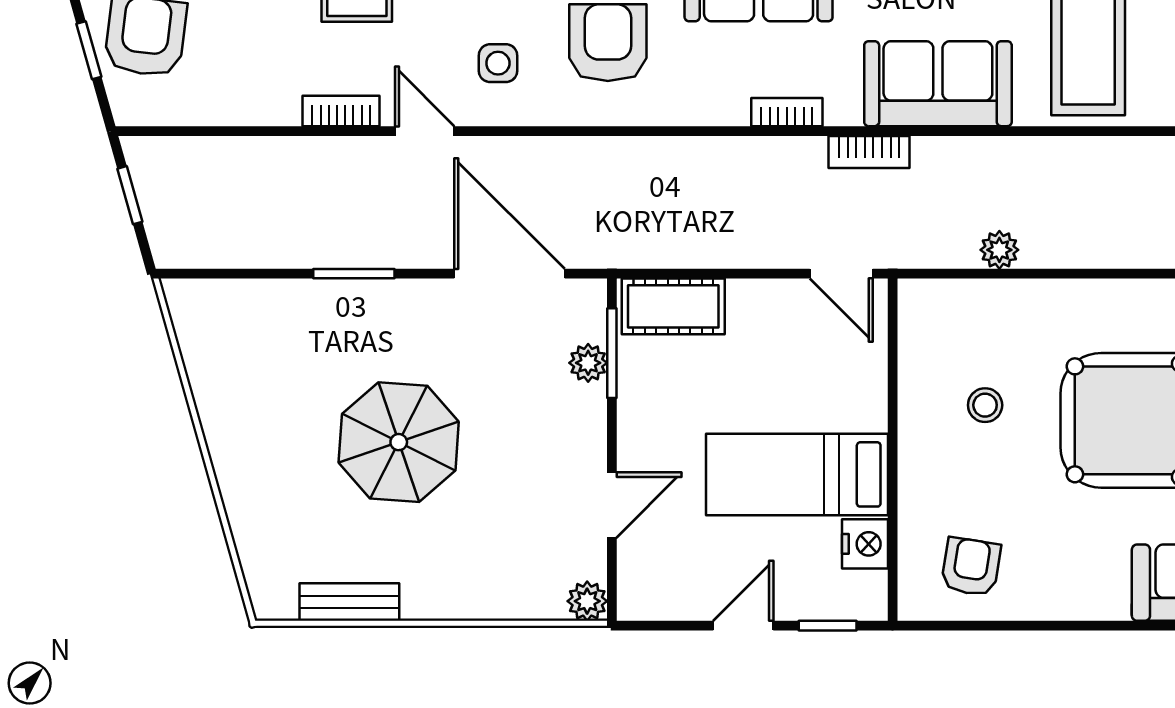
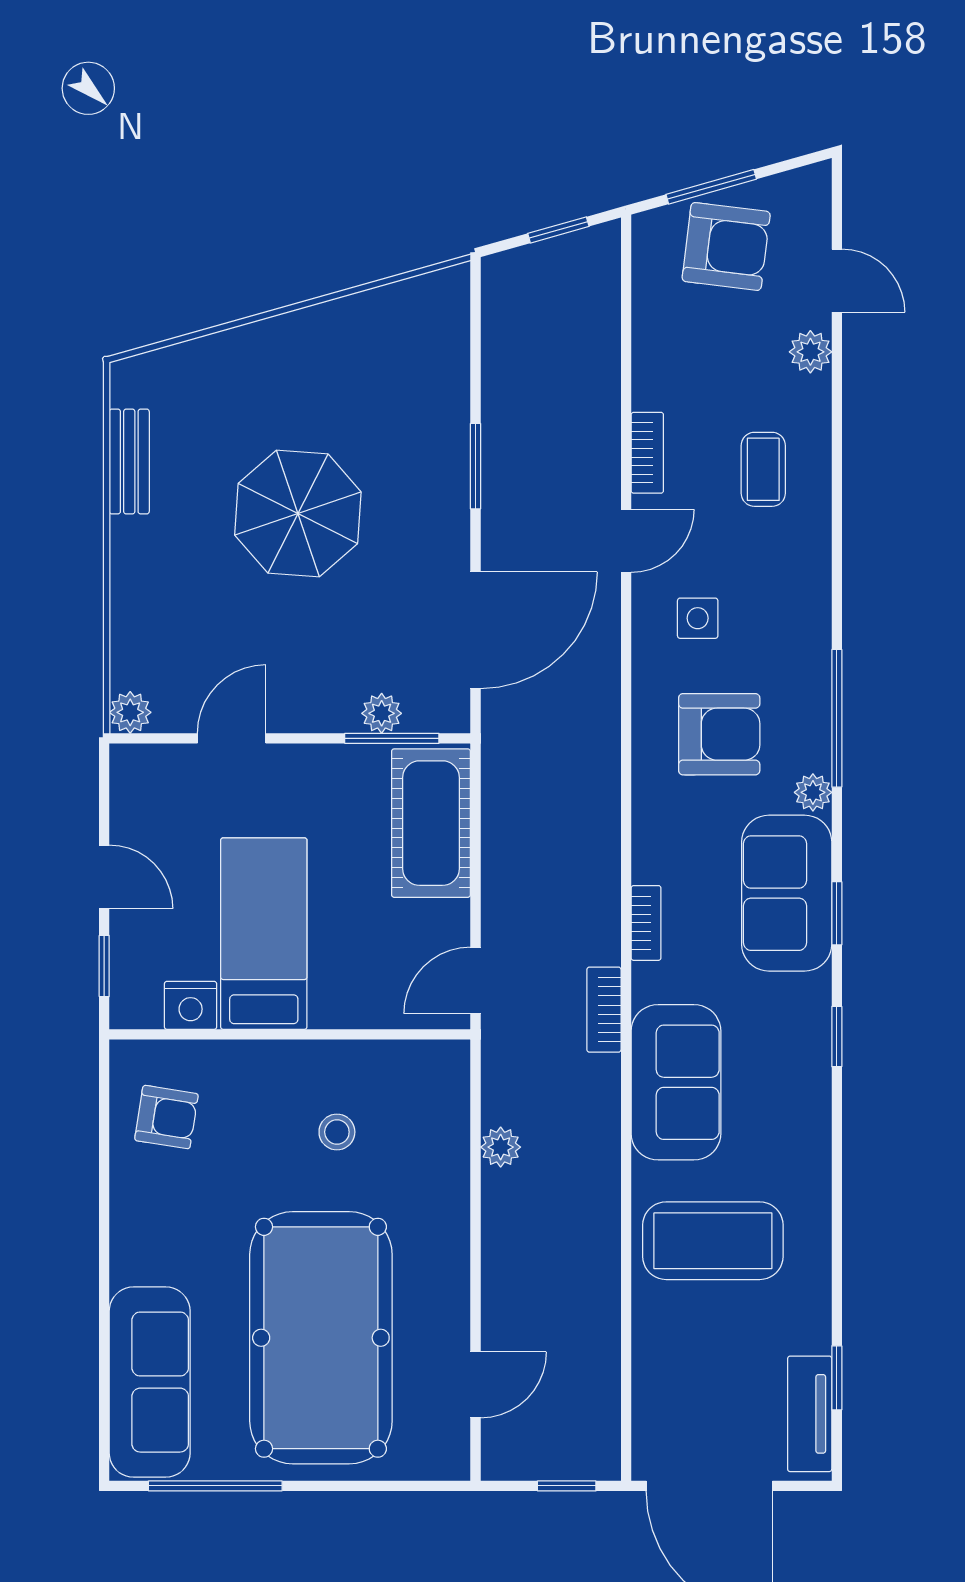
window: (89, 50) -> (711, 187), width x1.50
cot: (673, 306) -> (431, 823), width x1.37, depth x1.34
door: (612, 505) -> (232, 738), swing flipped

